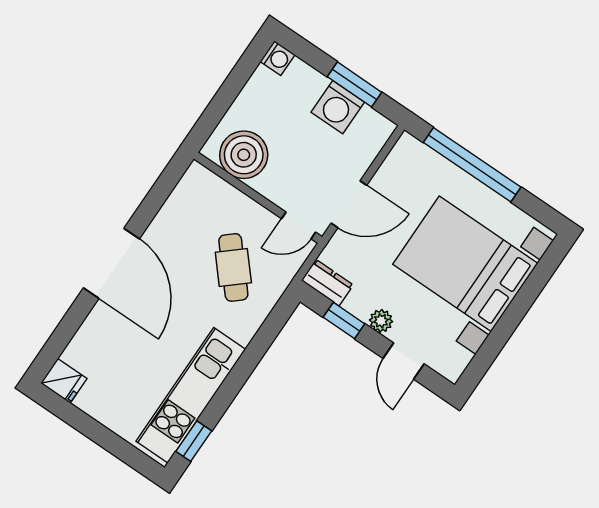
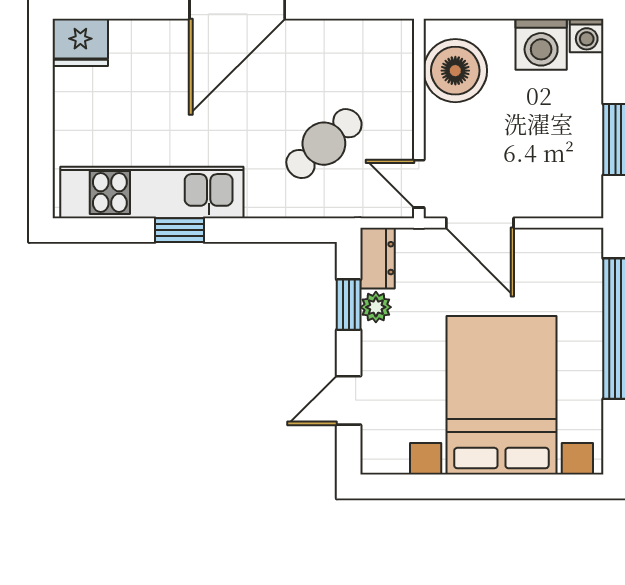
washing machine: (338, 107) -> (541, 44), moved, turned -90
plant: (381, 321) -> (376, 307), moved
fridge: (64, 381) -> (80, 42), width x1.38
window: (194, 441) -> (180, 230), moved

